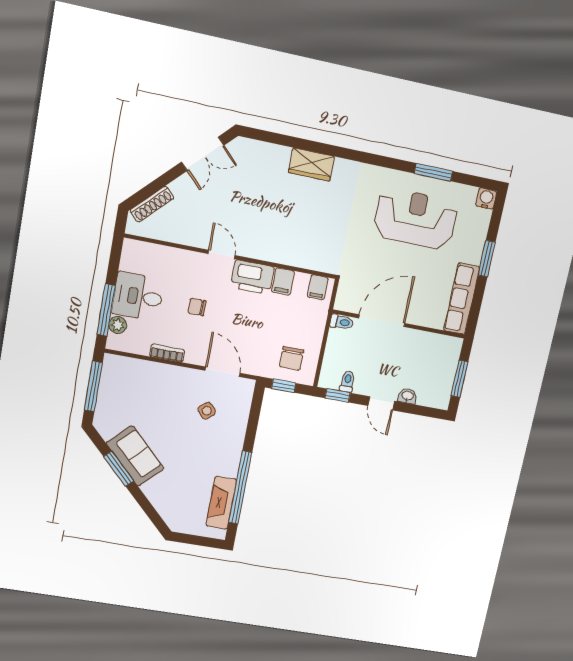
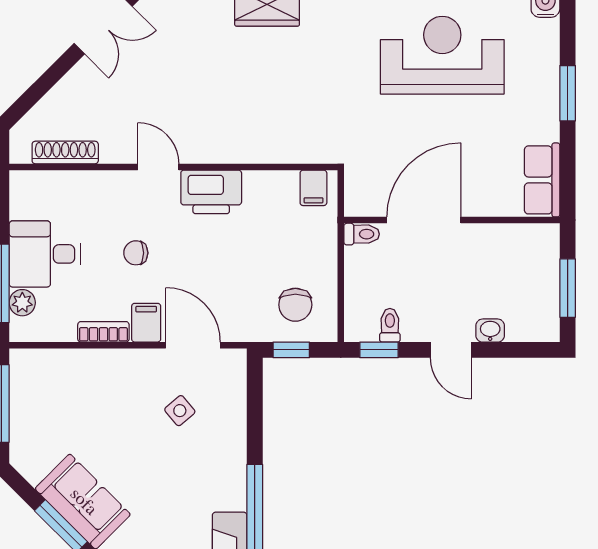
shoe rack: (152, 204) -> (65, 152), moved, turned -135
filing cabinet: (283, 282) -> (146, 323), moved, turned 180
row of seats: (462, 299) -> (542, 180), width x0.68

